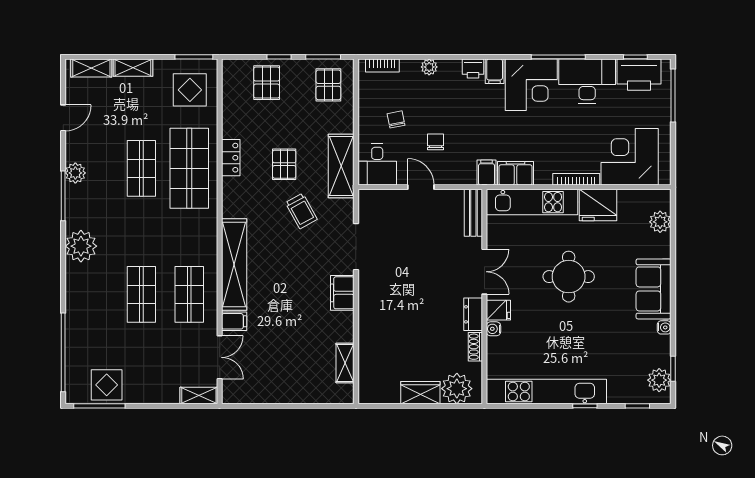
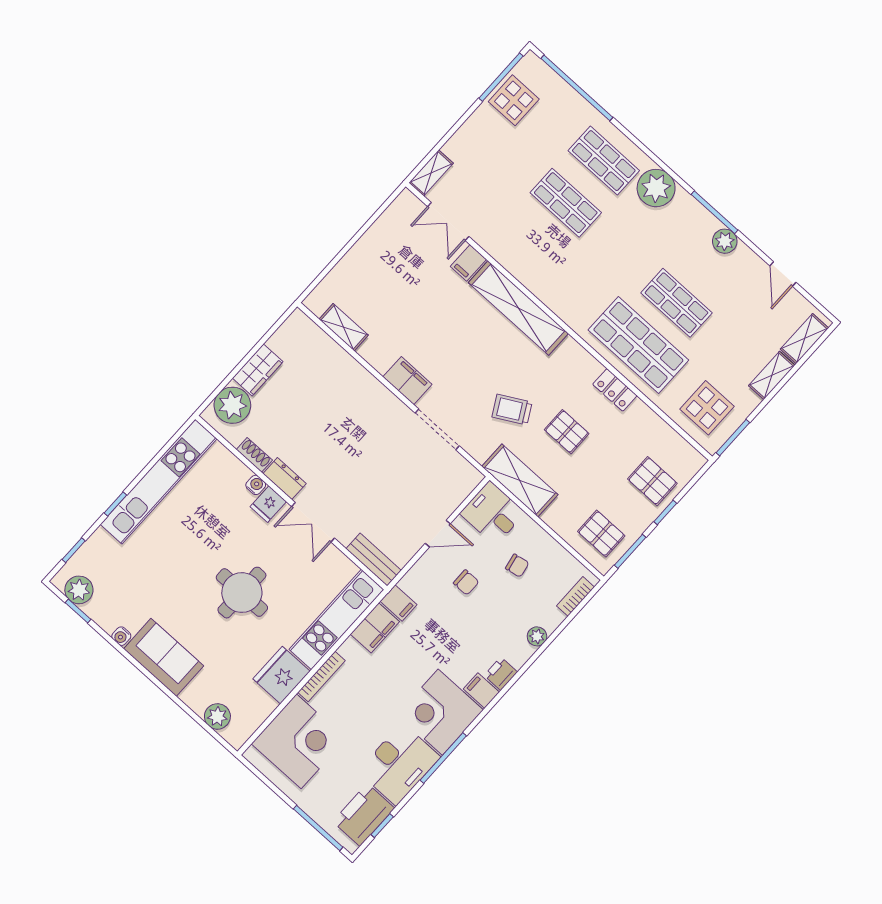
shop shelf: (189, 294) -> (604, 161), moved

